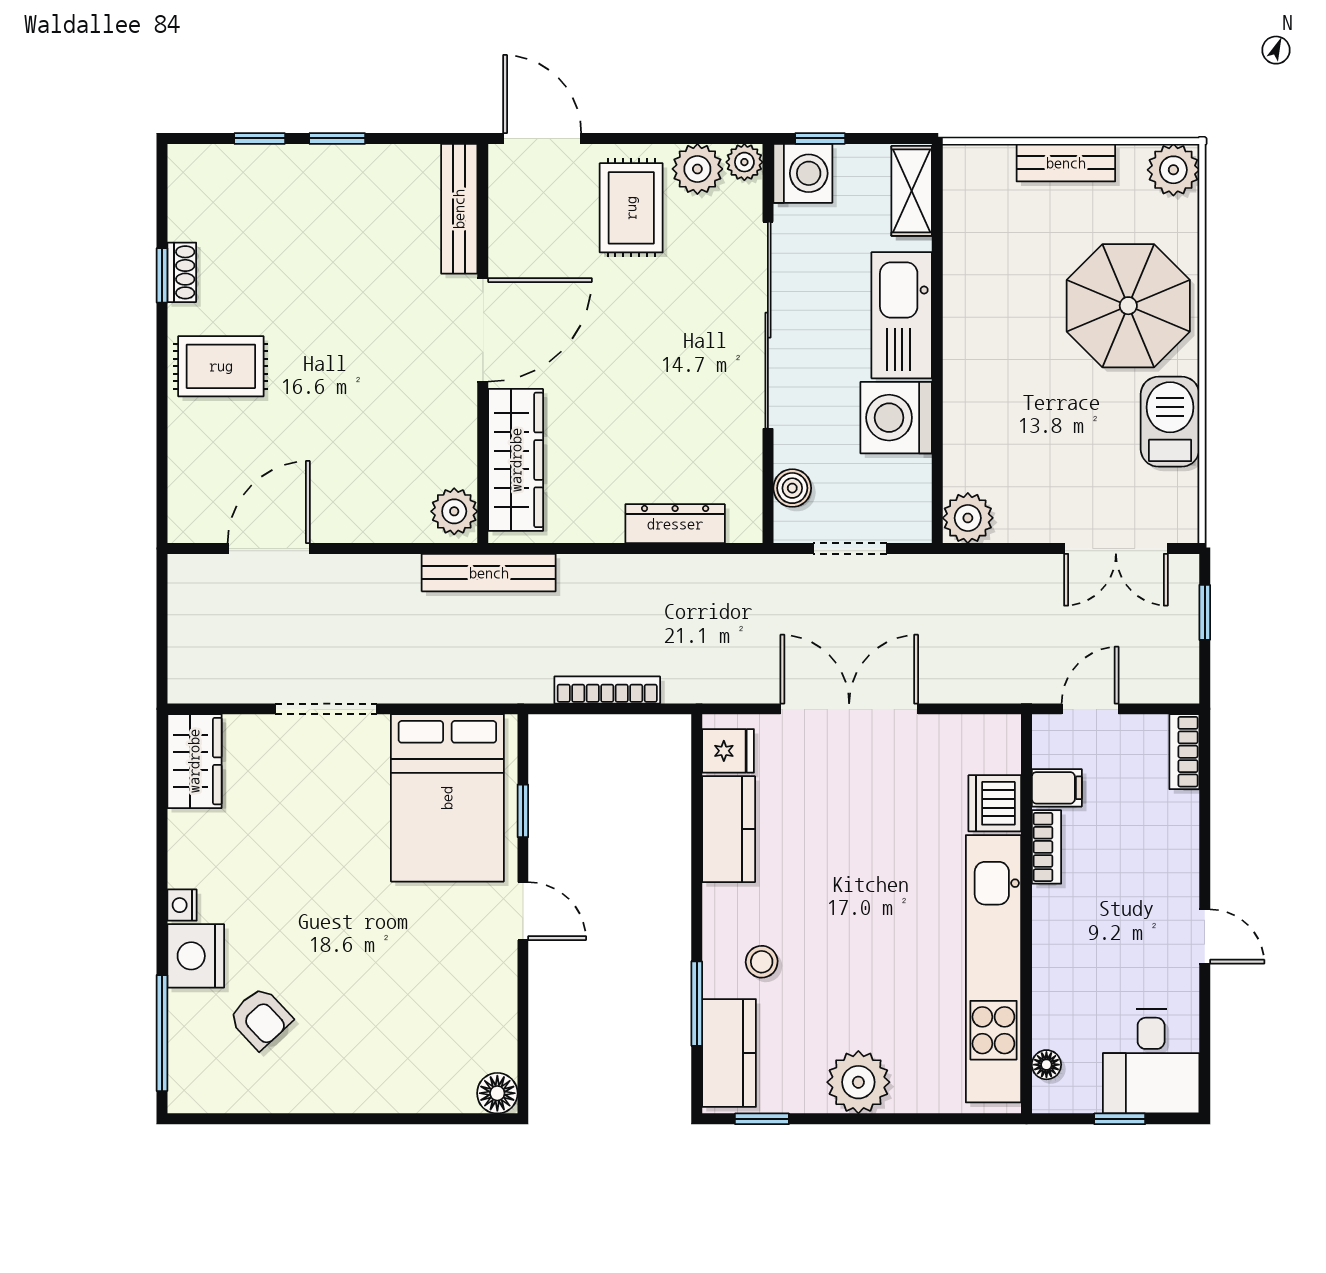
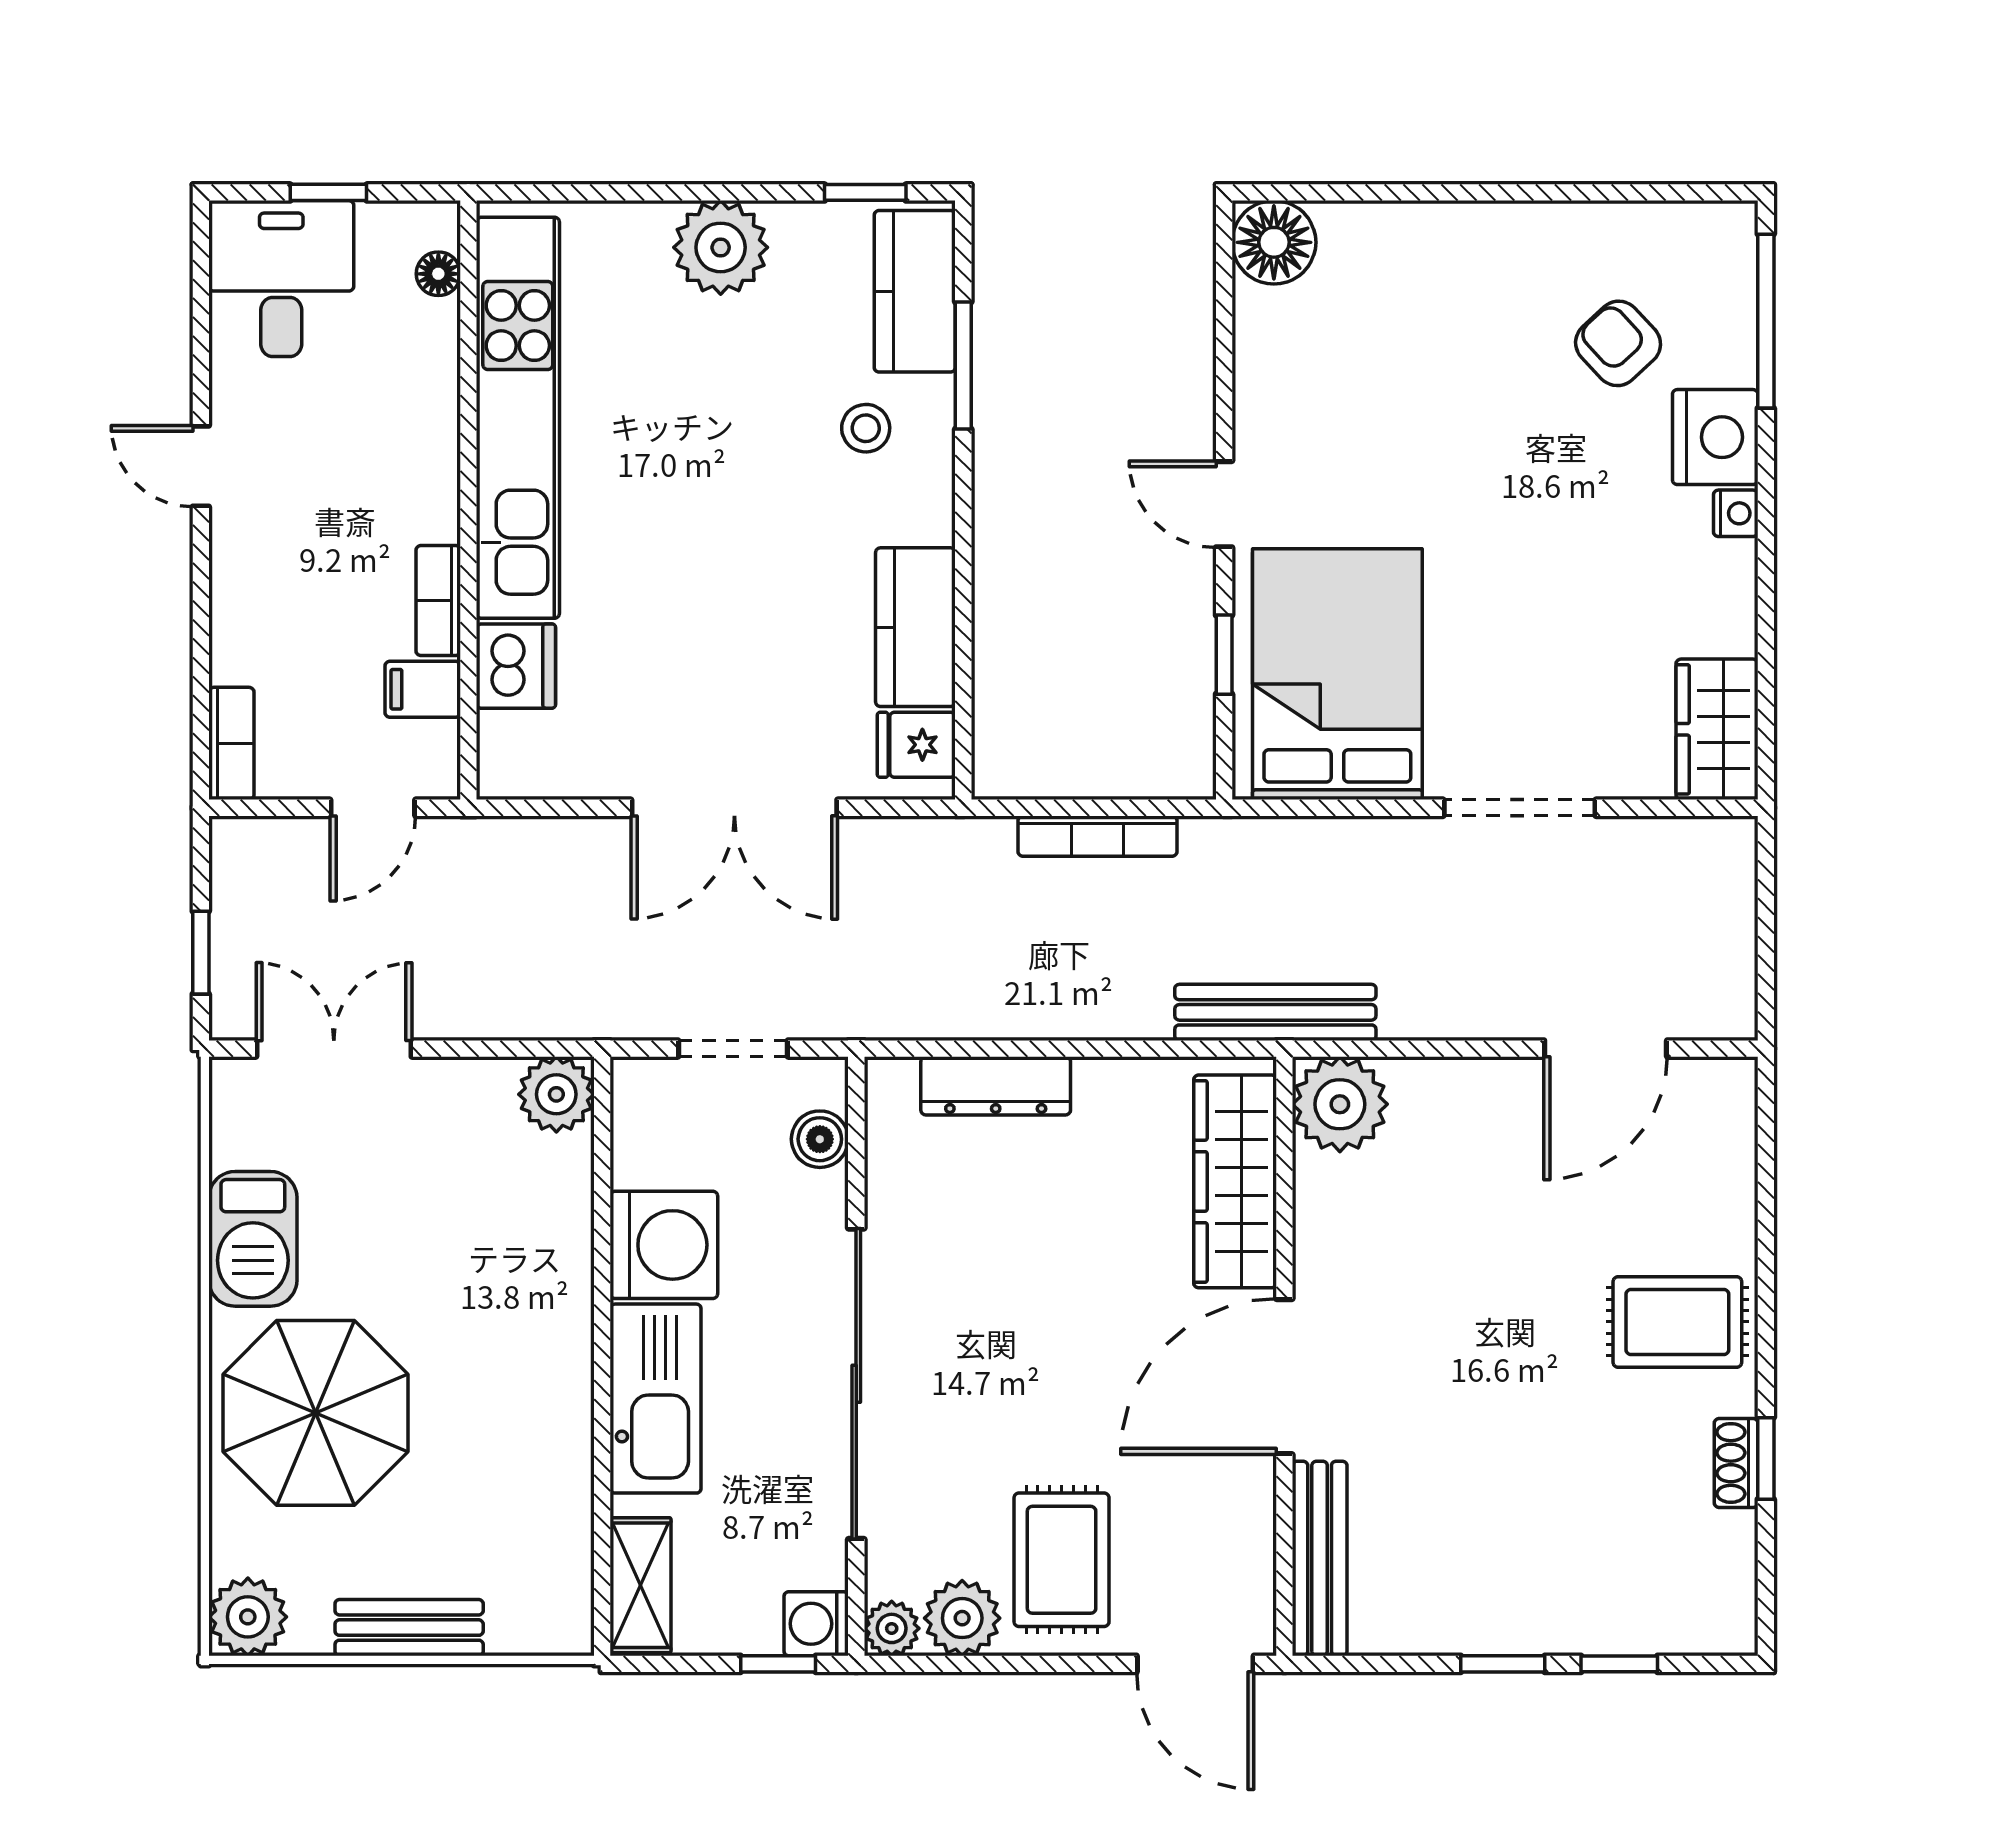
washing machine: (803, 173) -> (816, 1624), width x0.73, depth x0.73
plant: (454, 511) -> (1340, 1104), width x1.36, depth x1.36
floor lamp: (497, 1093) -> (1274, 242), width x1.38, depth x1.38

